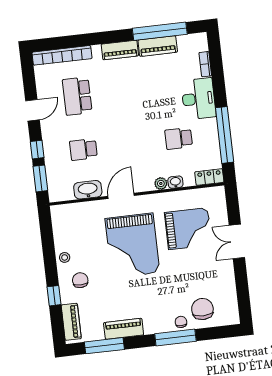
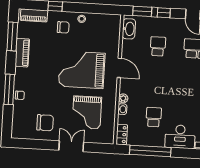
washbasin: (88, 190) -> (129, 29), moved
chair: (202, 309) -> (45, 123), moved

